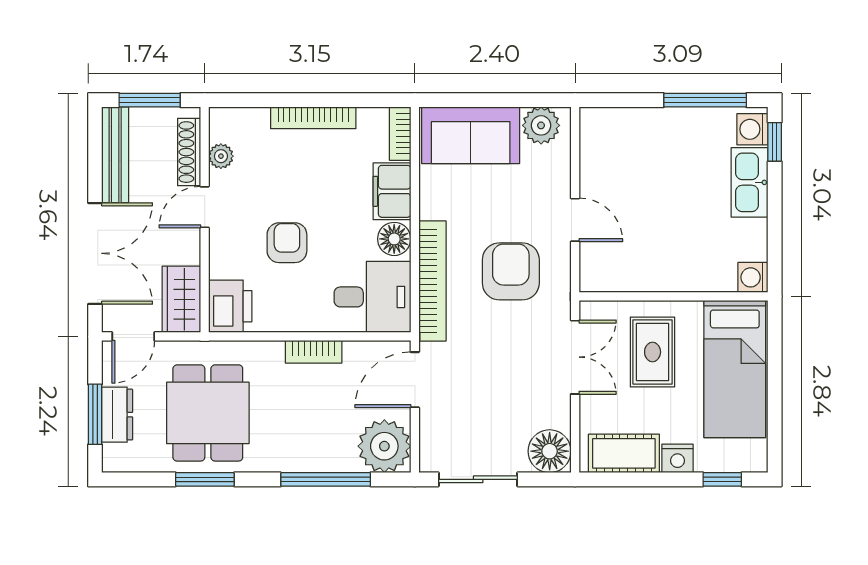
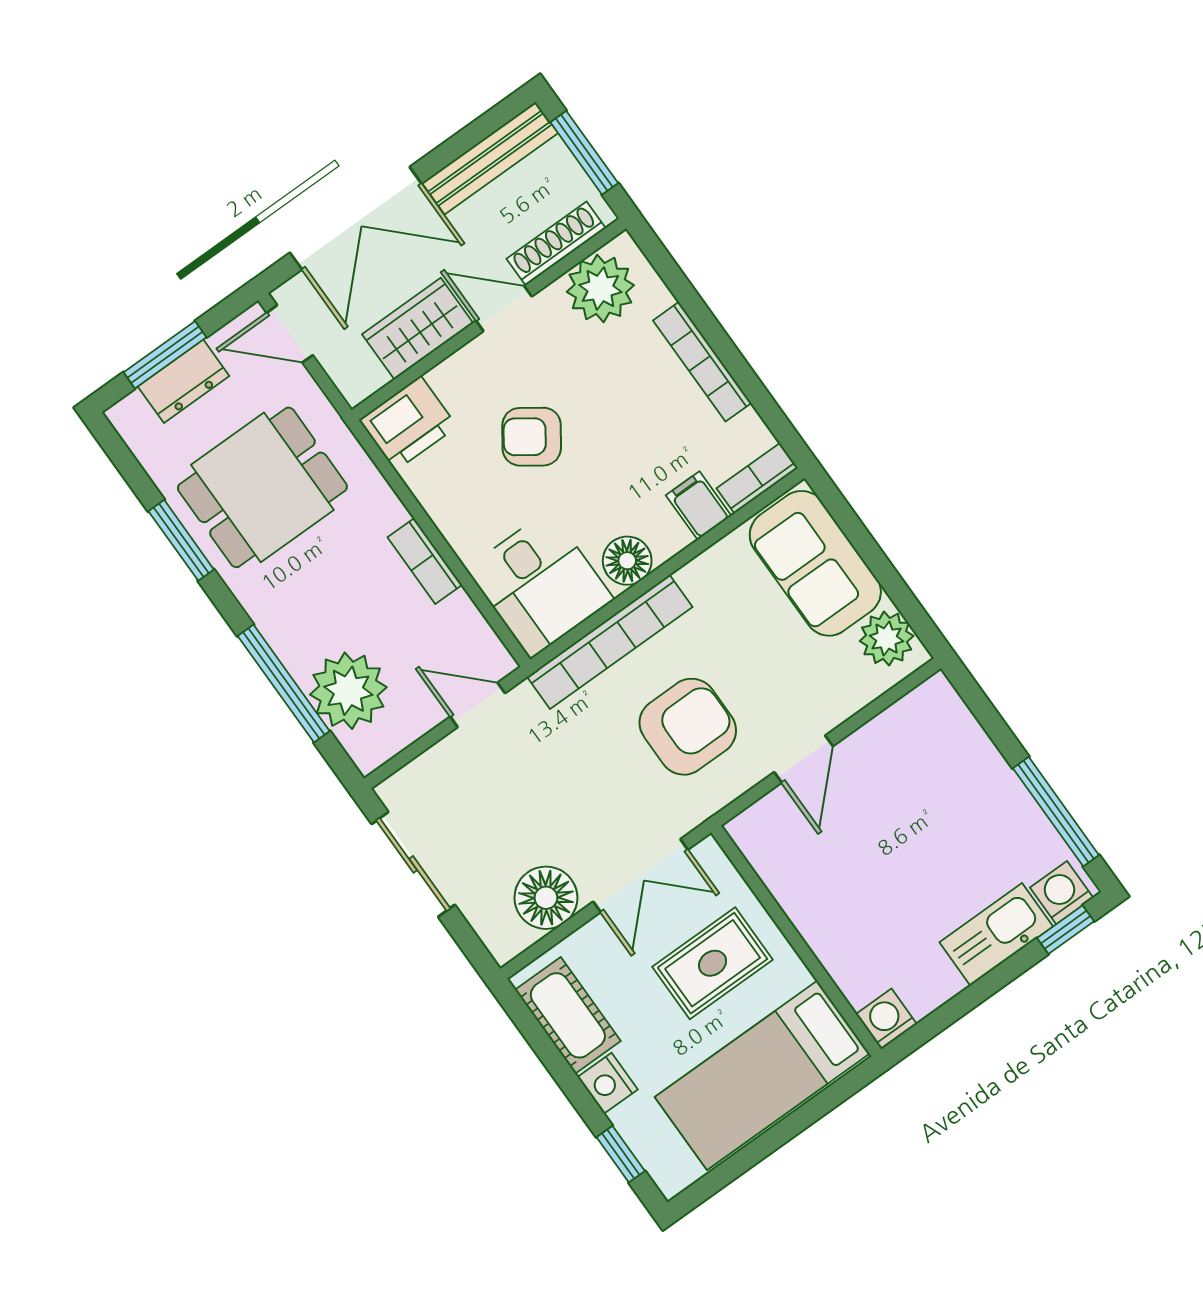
plant: (221, 156) -> (600, 288), width x1.88, depth x1.88
filing cabinet: (392, 191) -> (699, 506), width x0.50
armchair: (287, 243) -> (532, 437), turned -145
wardrobe: (181, 299) -> (418, 329), moved
door: (415, 380) -> (478, 705), width x0.73
plant: (384, 446) -> (348, 691), moved
floor lamp: (550, 451) -> (546, 898), moved

